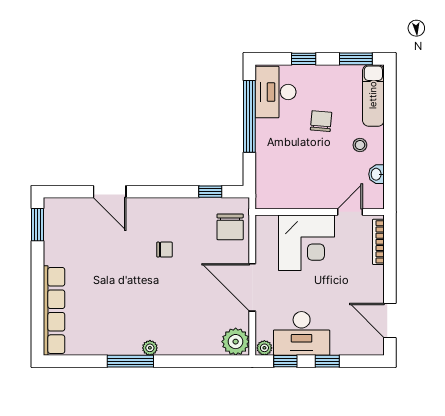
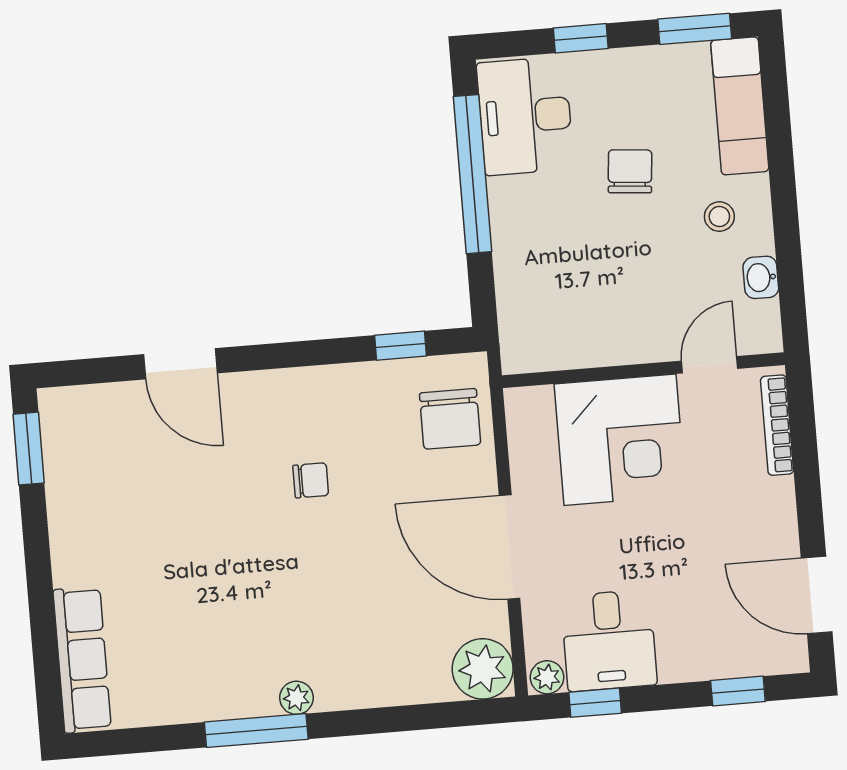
row of seats: (54, 310) -> (82, 660), width x0.73
desk: (302, 333) -> (609, 640), width x0.73
window: (327, 361) -> (738, 691), moved

